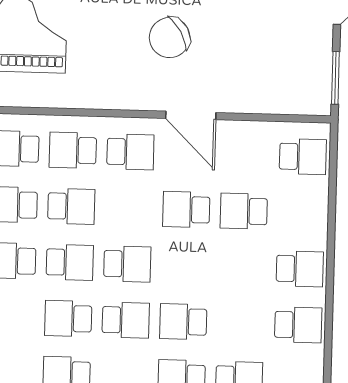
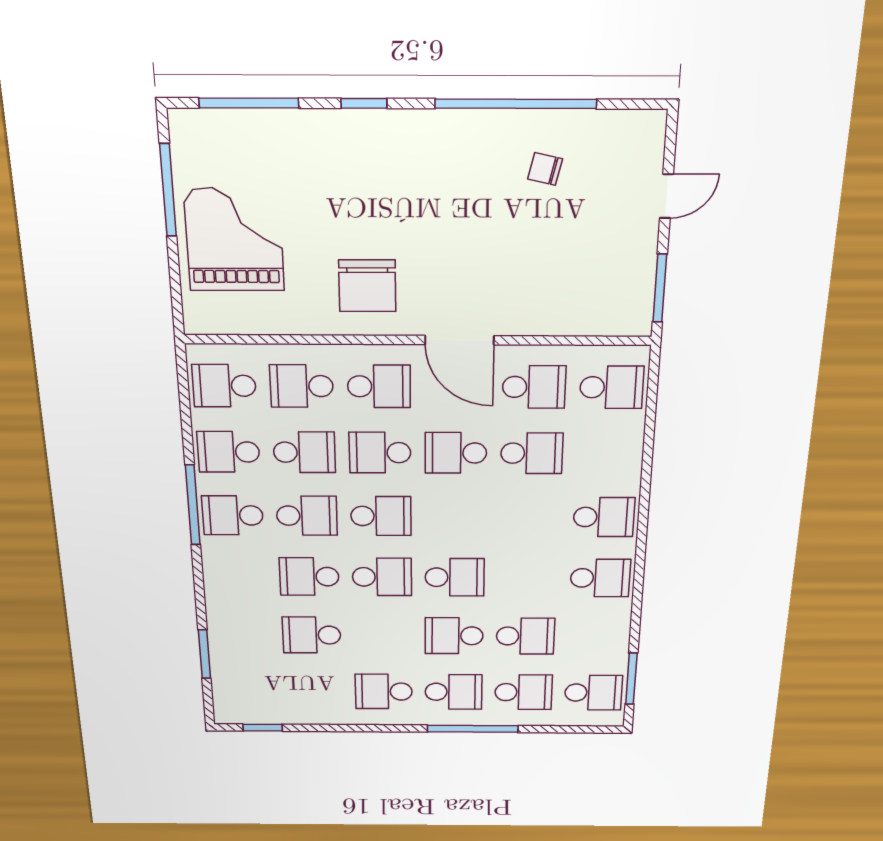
chair: (170, 38) -> (367, 286), moved, turned -60
school desk: (245, 155) -> (534, 387), added
school desk: (129, 208) -> (380, 453), added
school desk: (244, 211) -> (532, 453), turned 180
school desk: (183, 322) -> (455, 577), turned 180

